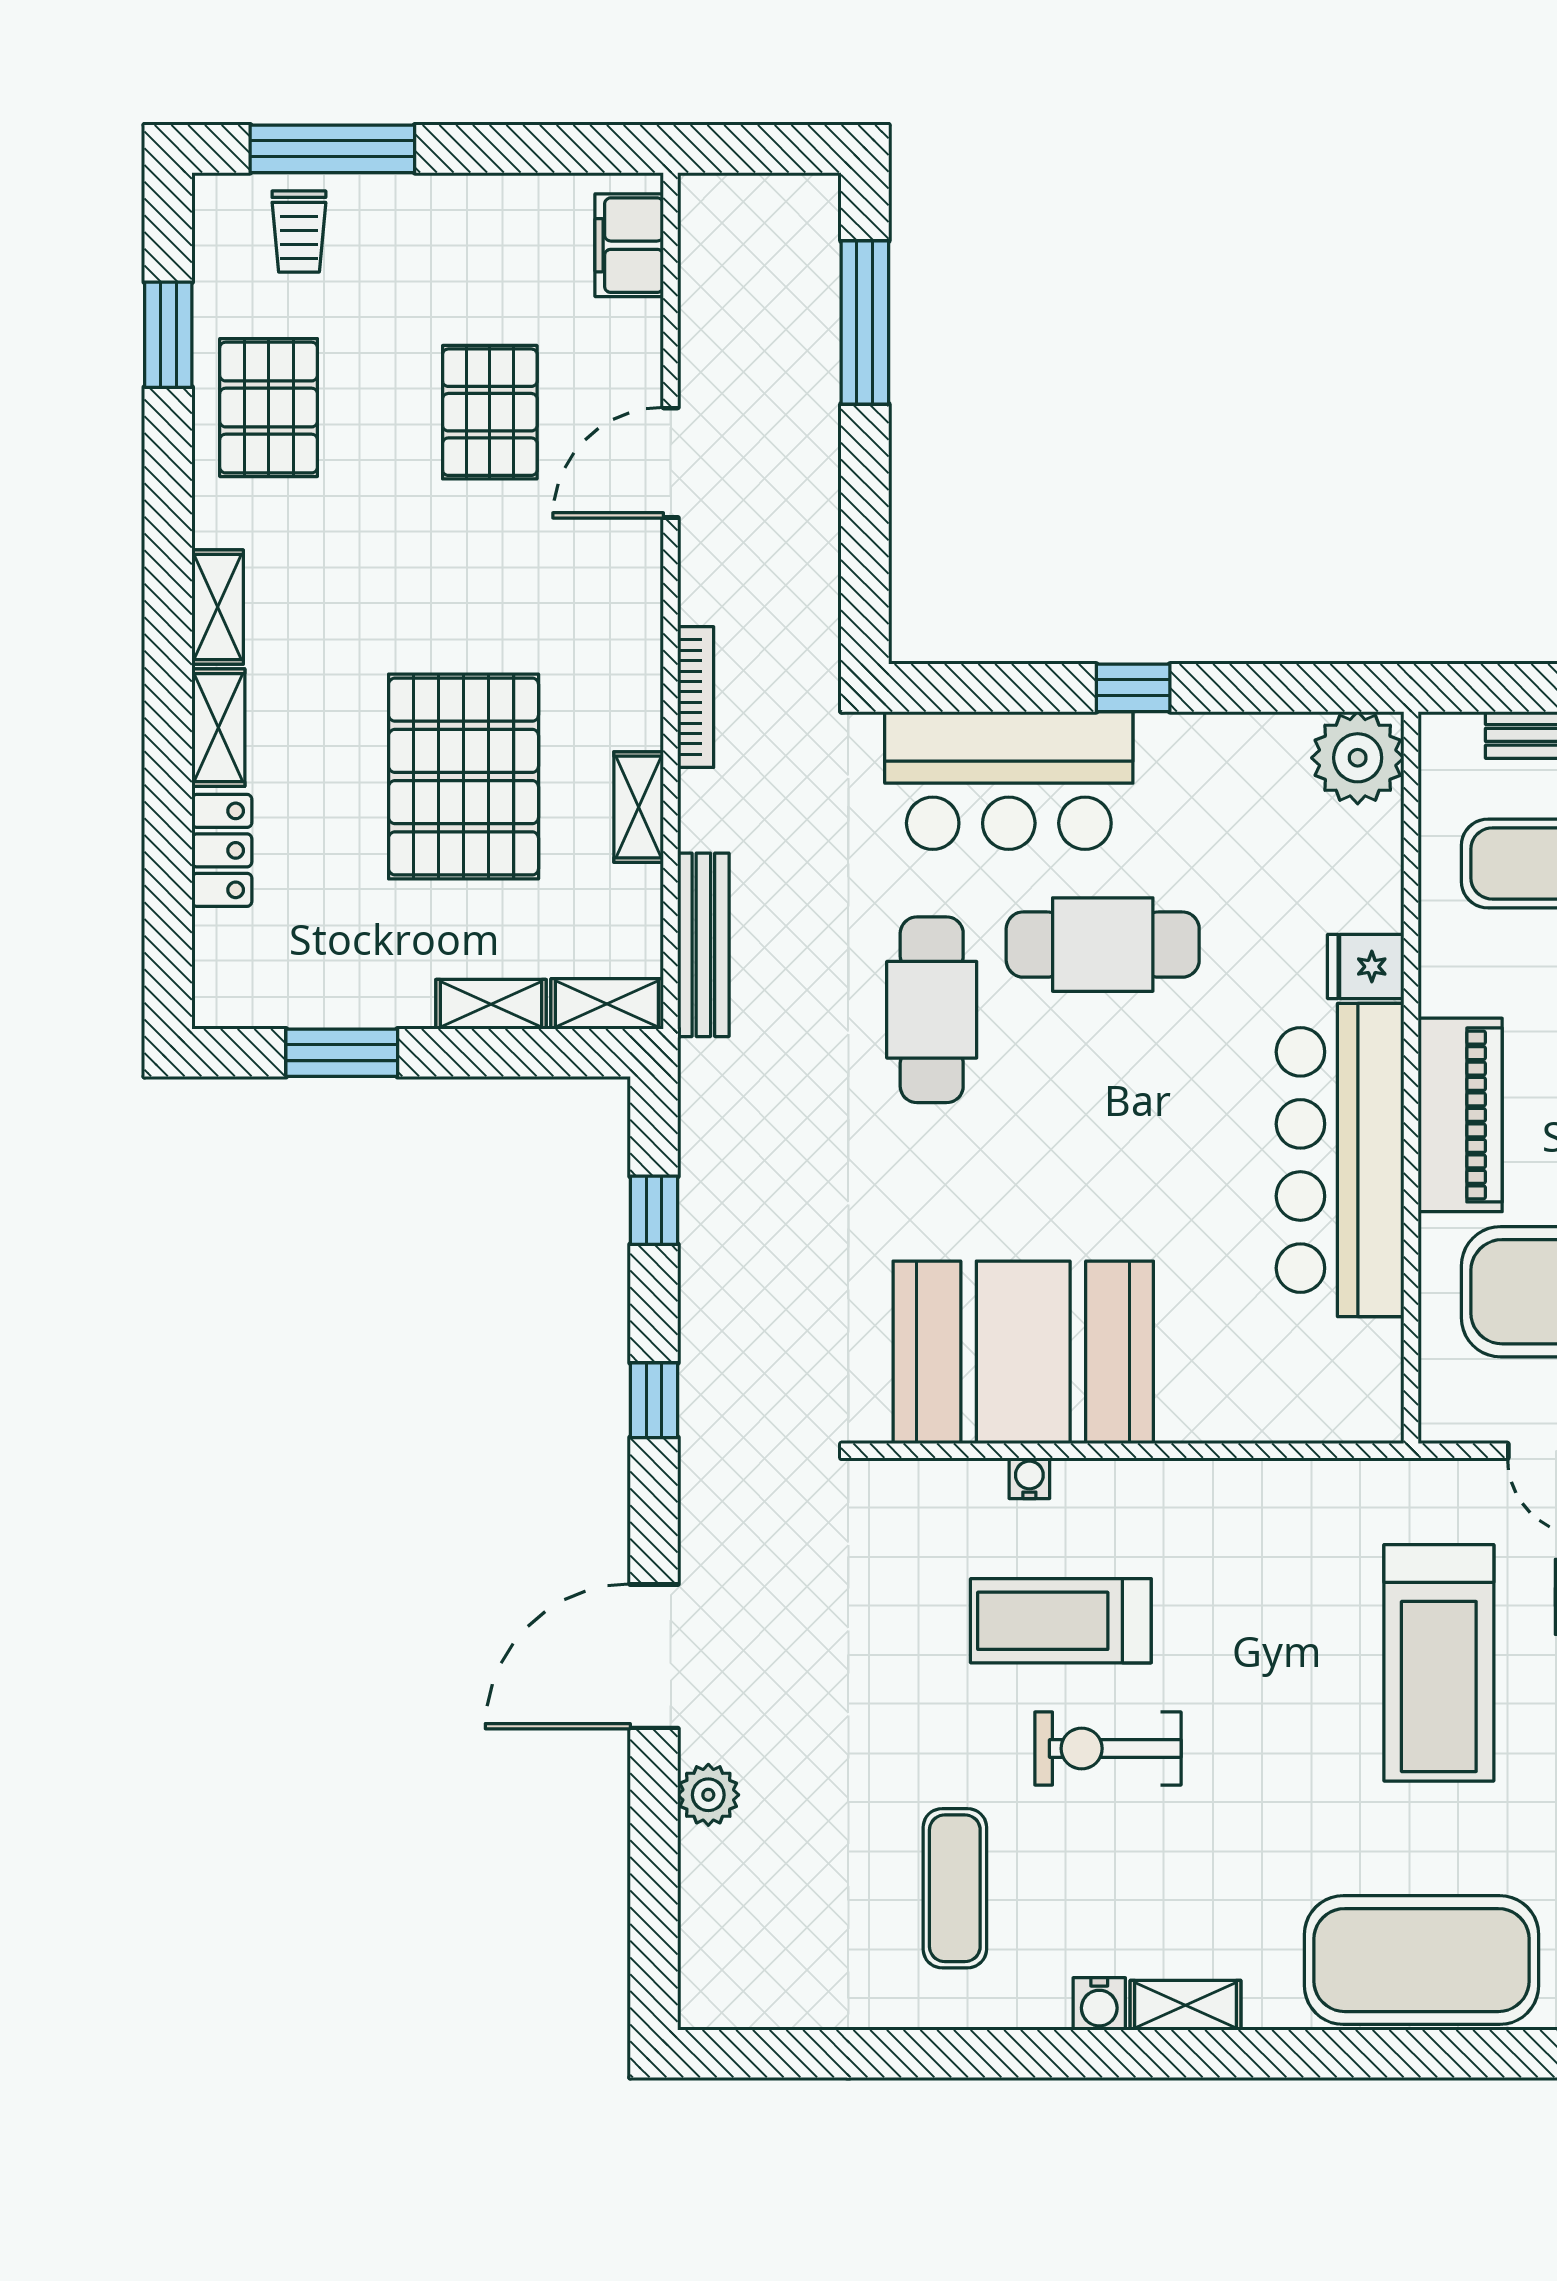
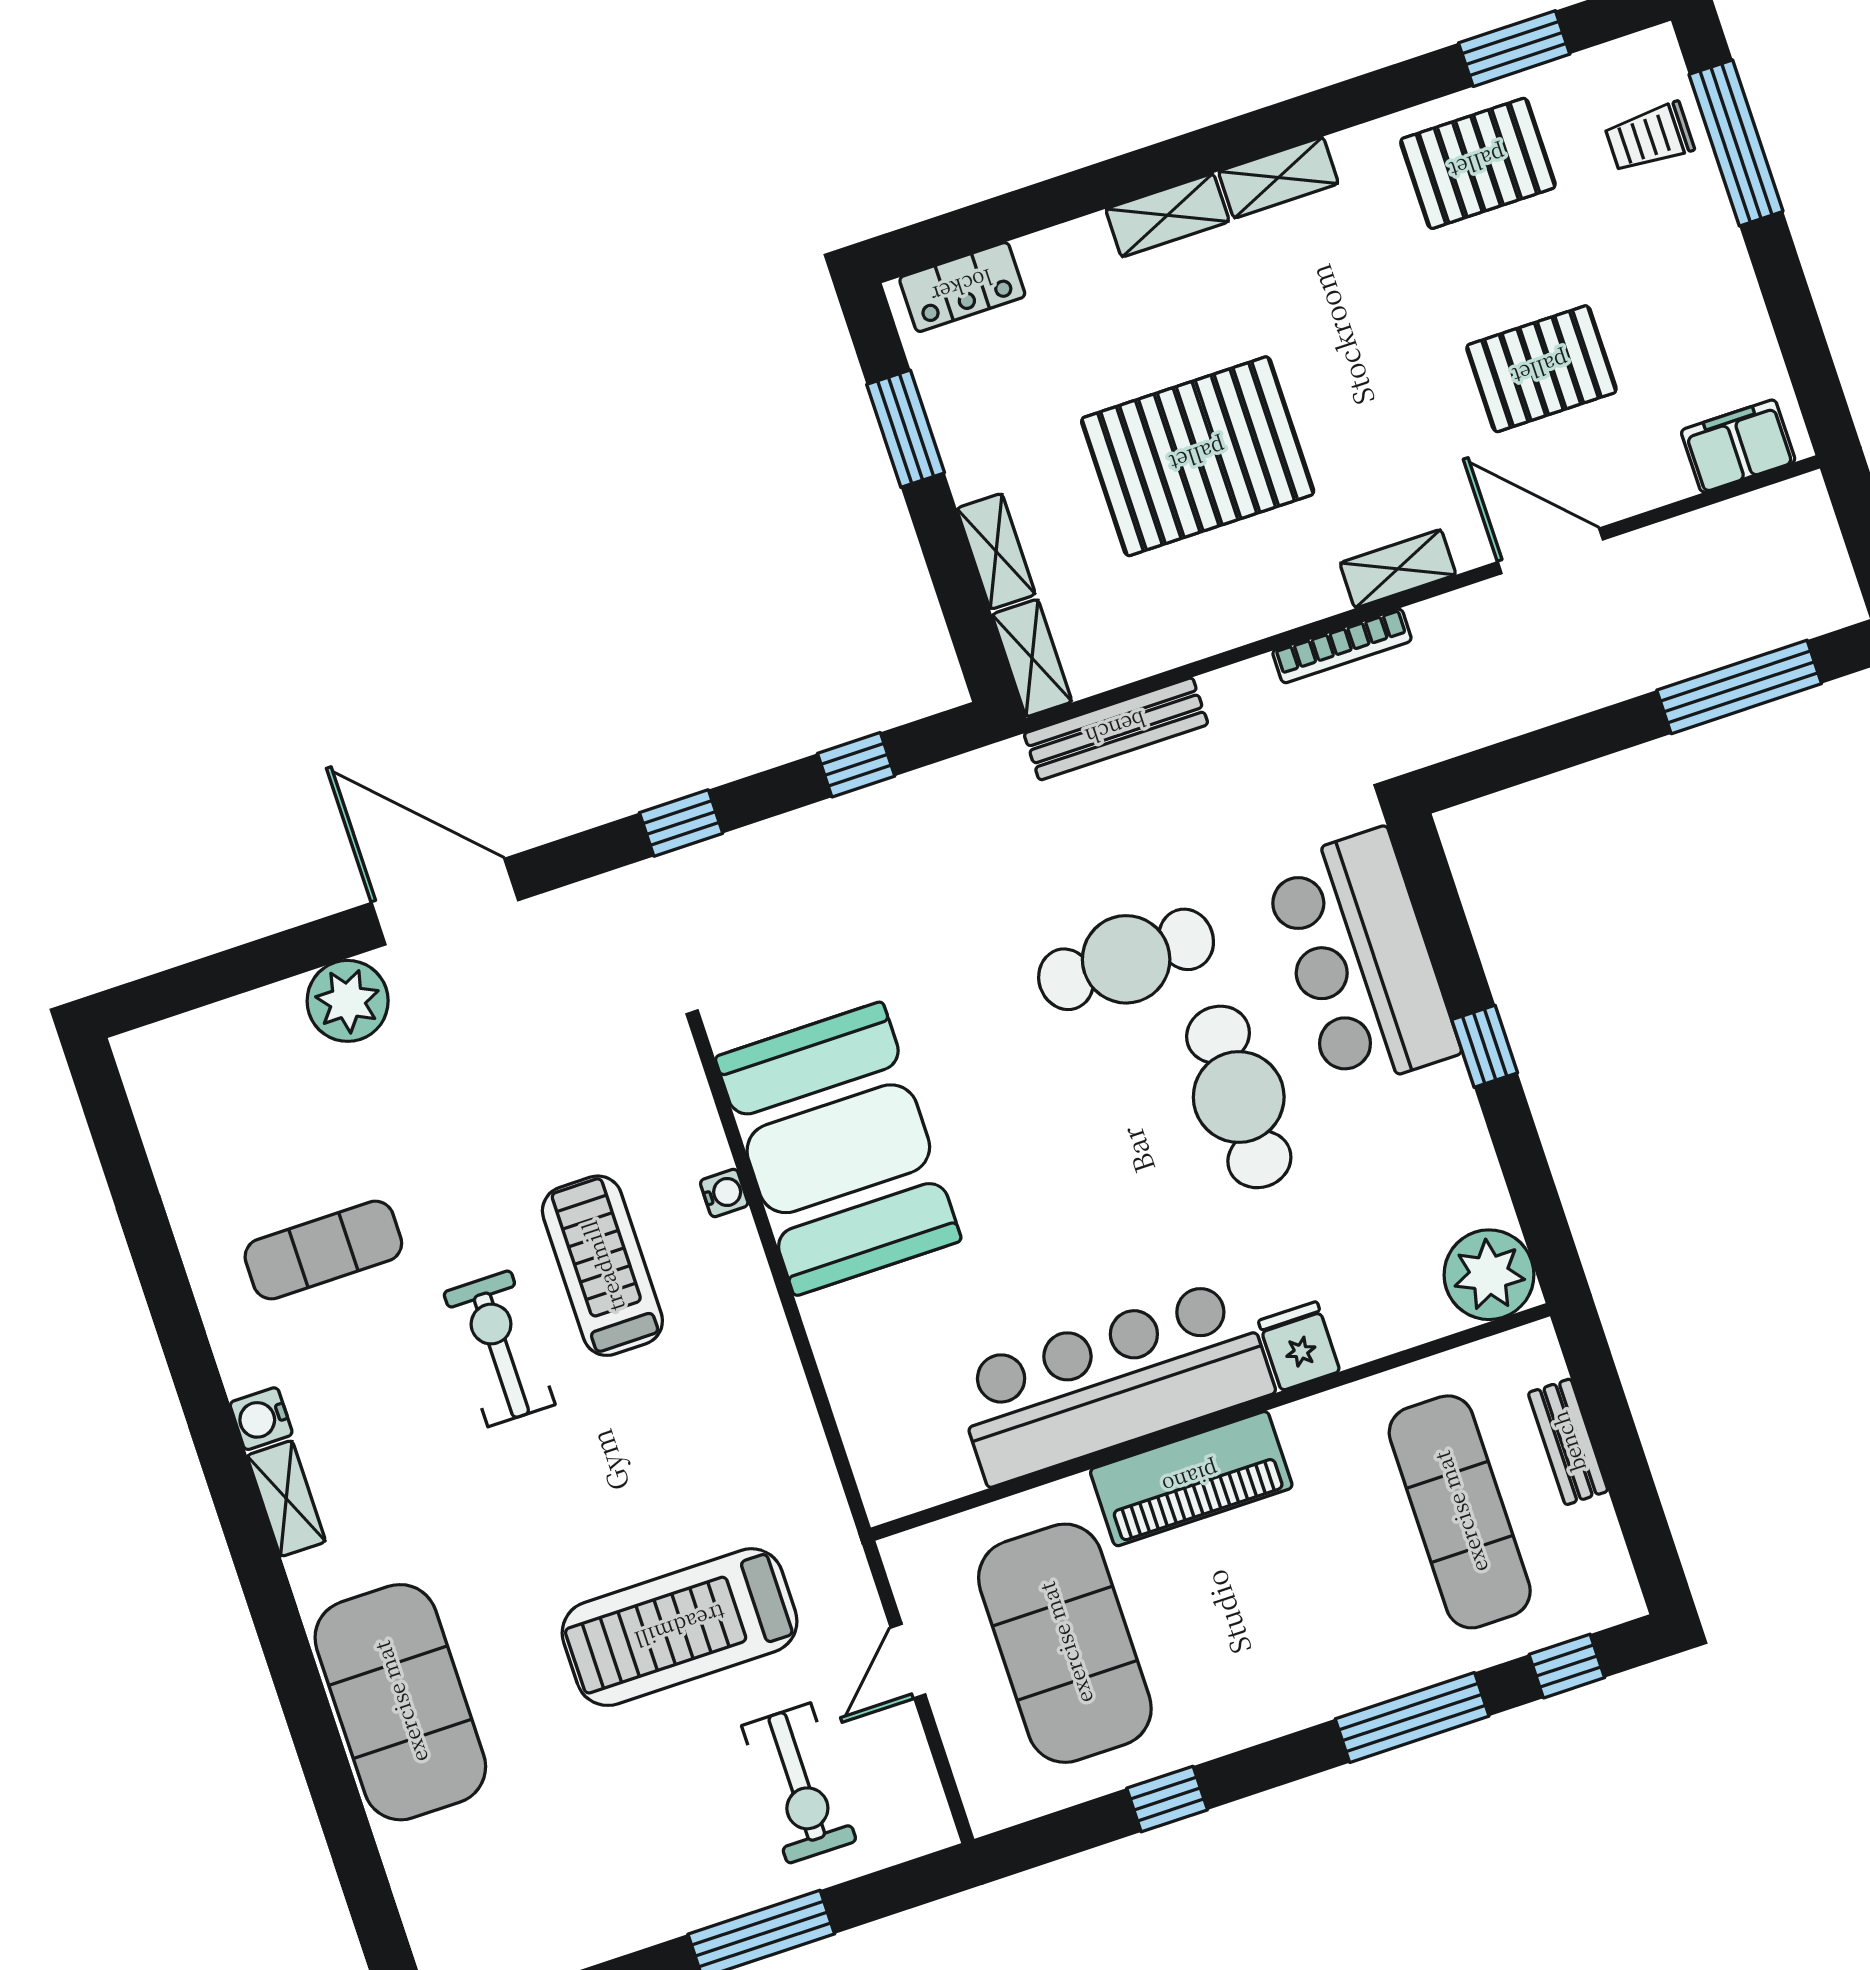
shelving: (639, 807) -> (1398, 569), moved
locker: (222, 850) -> (962, 287), moved
plant: (708, 1795) -> (348, 1001), width x1.36, depth x1.36

